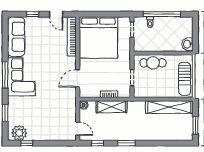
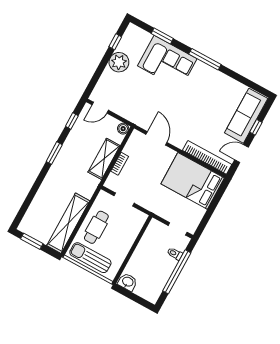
sofa: (16, 37) -> (246, 116), moved, turned 90
bed: (98, 38) -> (193, 181), width x0.73
cafe table: (153, 63) -> (96, 227), moved
corner sofa: (21, 77) -> (167, 62), moved
plant: (19, 133) -> (119, 62), moved

